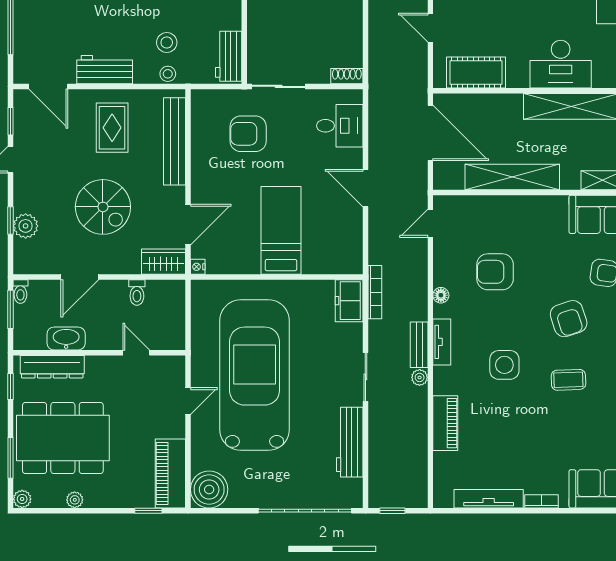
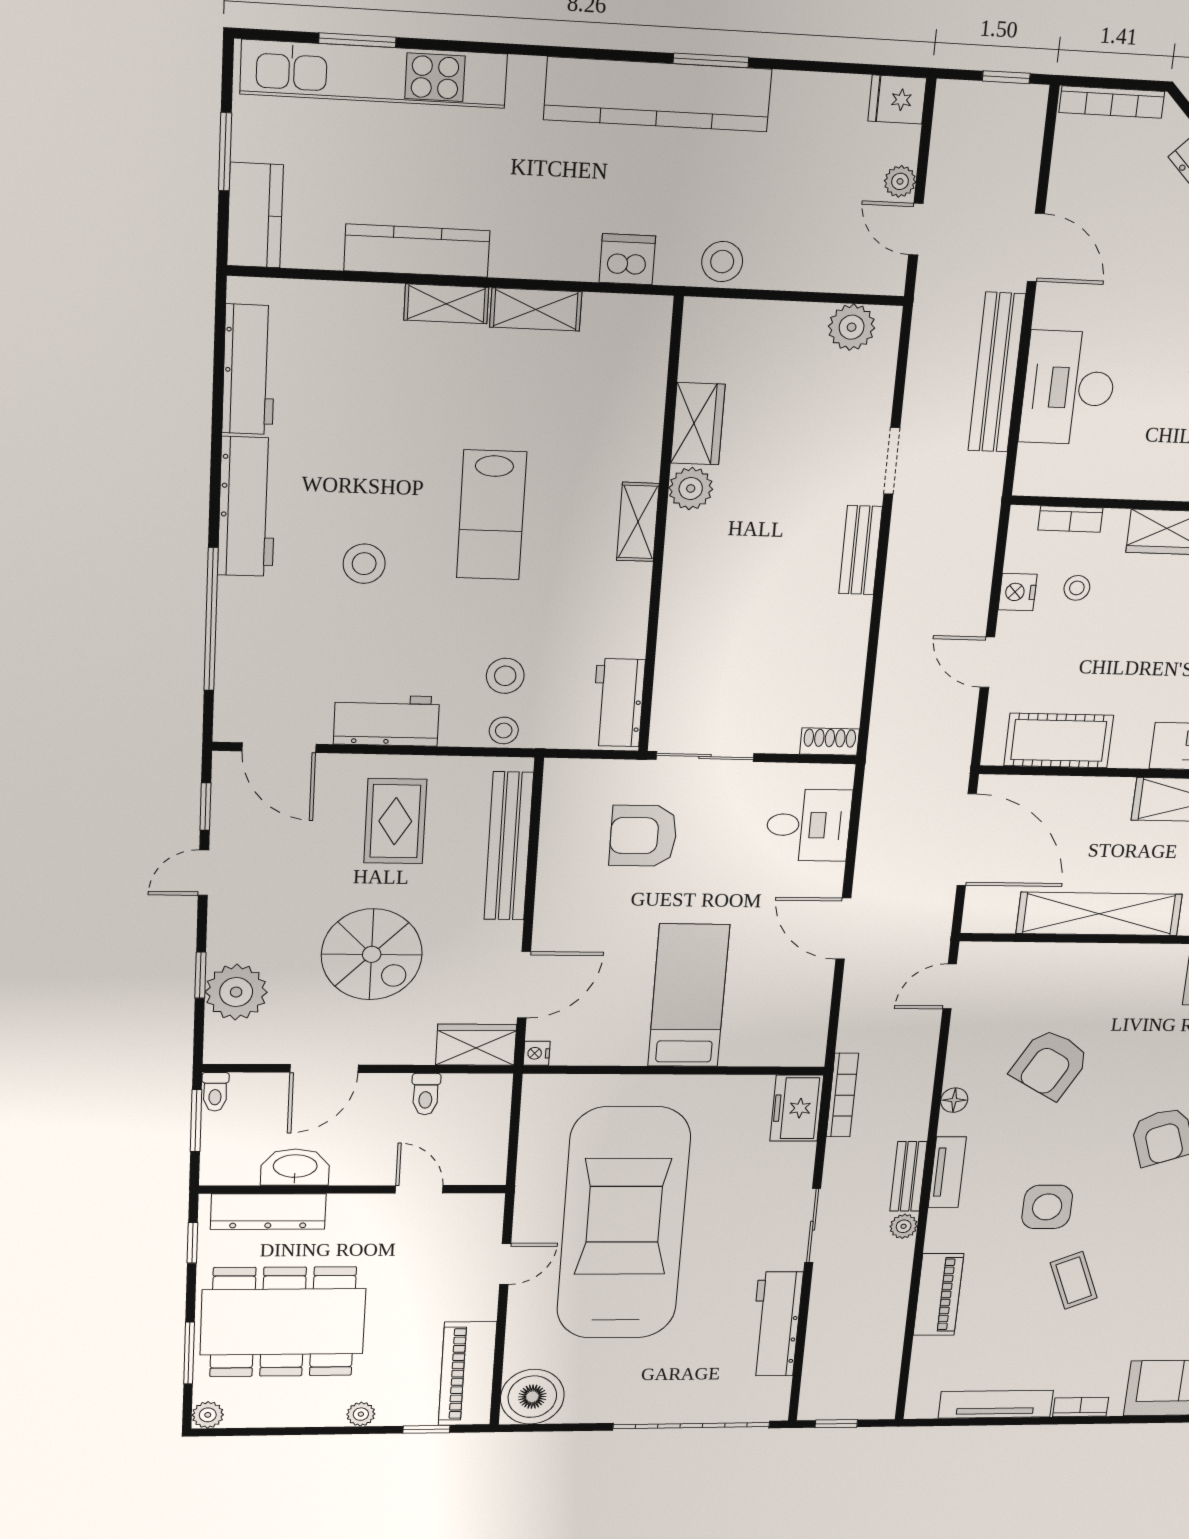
plant: (26, 226) -> (236, 992), width x1.36, depth x1.36
armchair: (495, 272) -> (1050, 1064), turned -60
coffee table: (568, 380) -> (1074, 1280), moved, turned 70
plant: (75, 500) -> (361, 1414), moved

